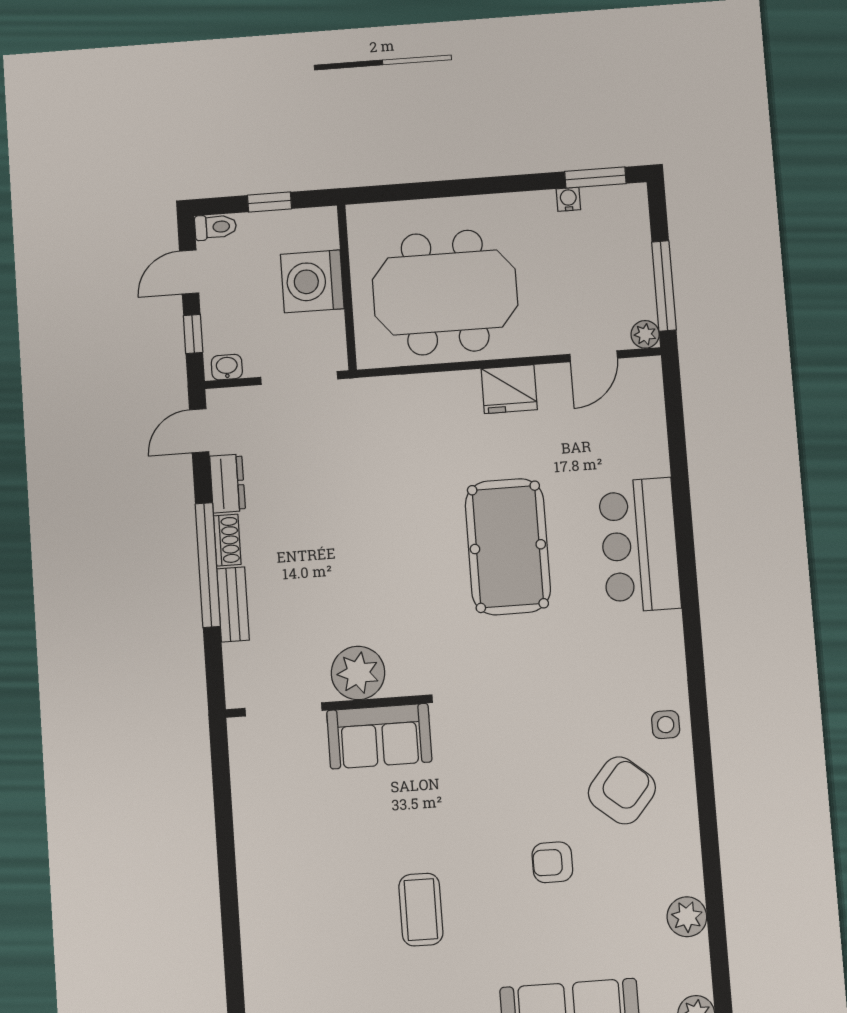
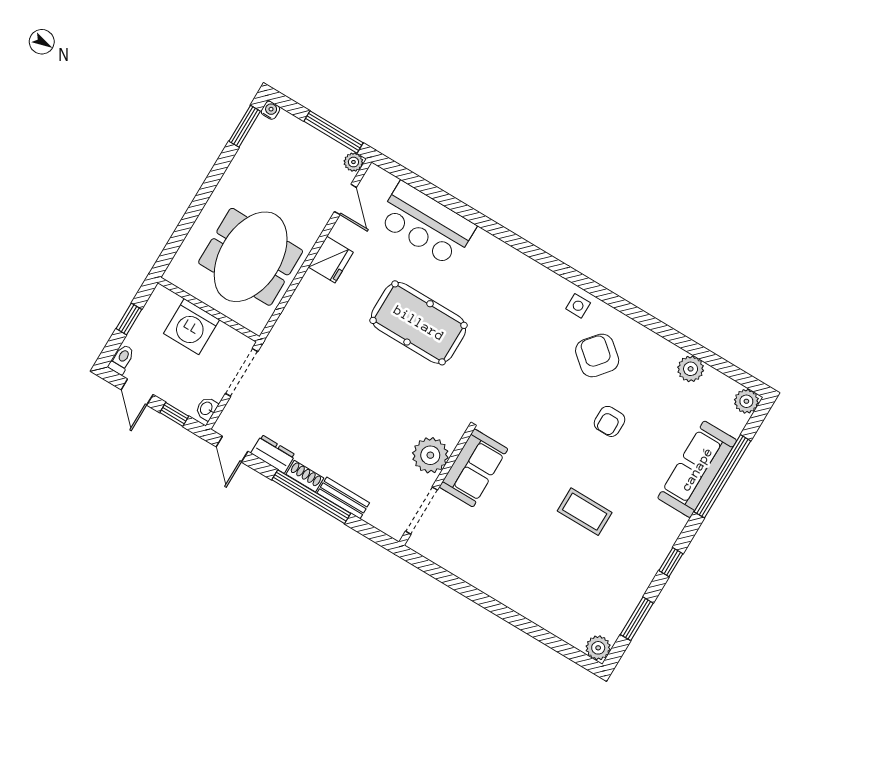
water cooler: (568, 199) -> (270, 110), moved, turned 90
bar counter: (640, 545) -> (426, 224), moved

